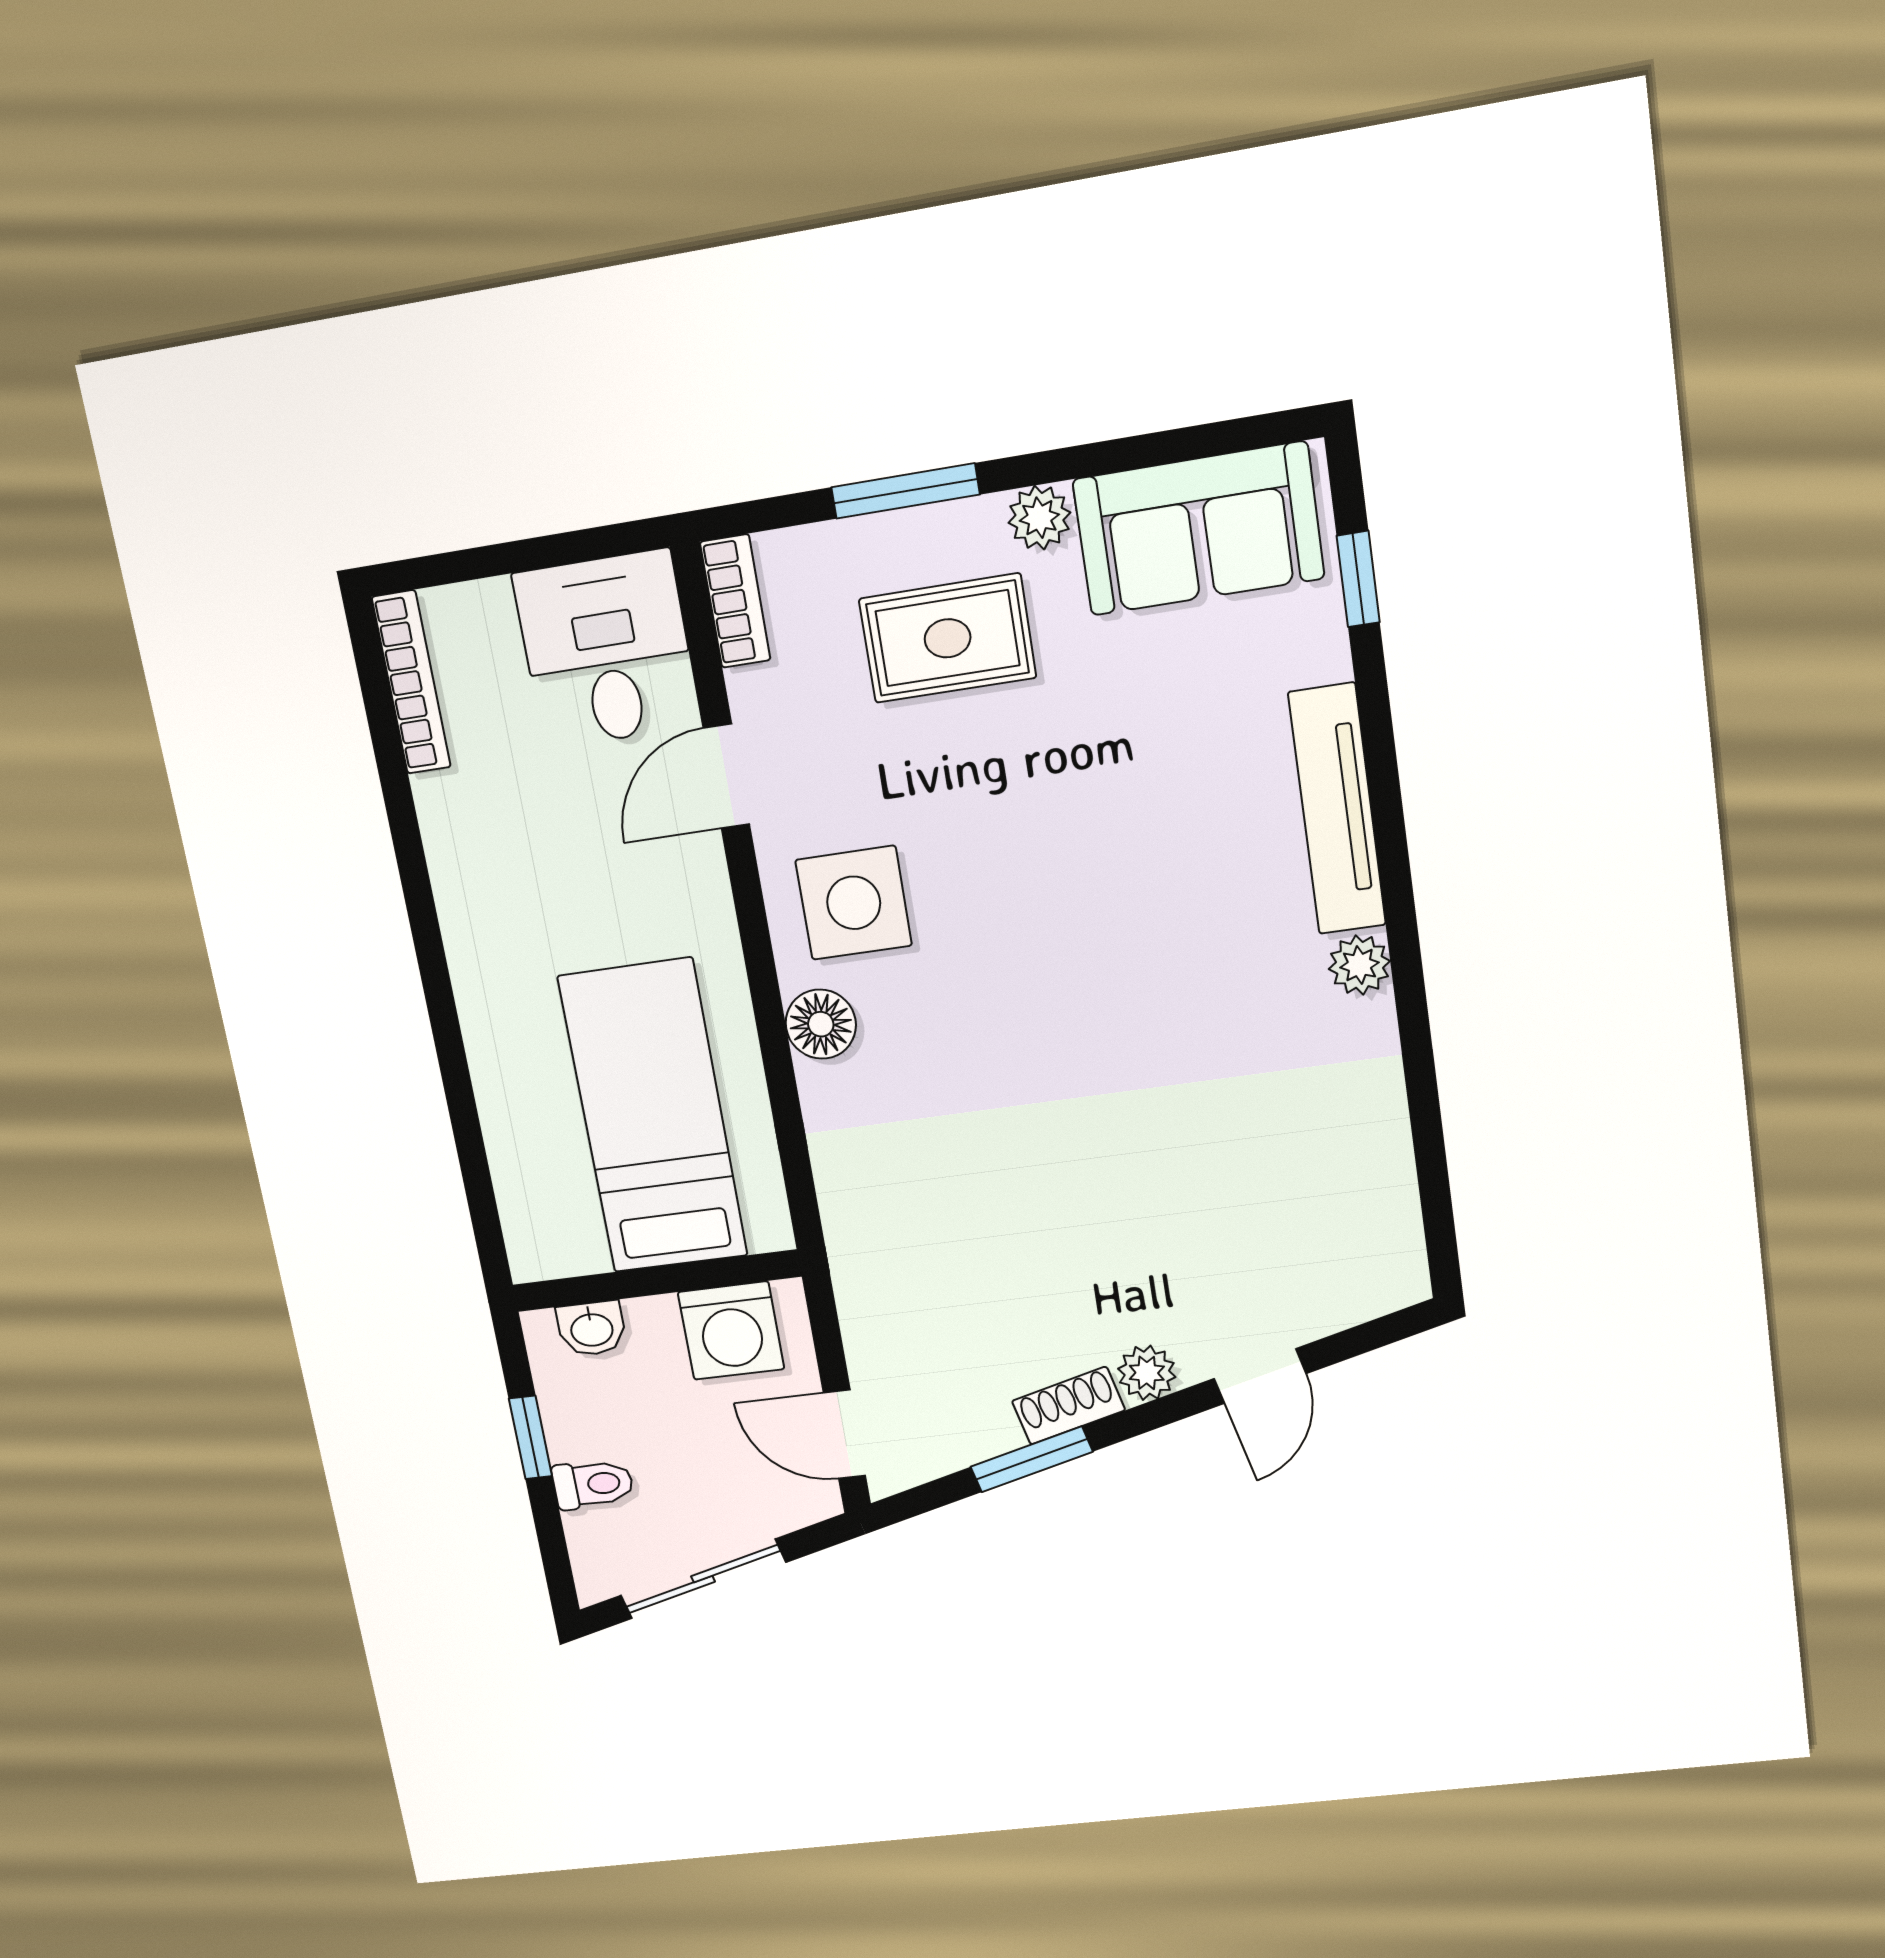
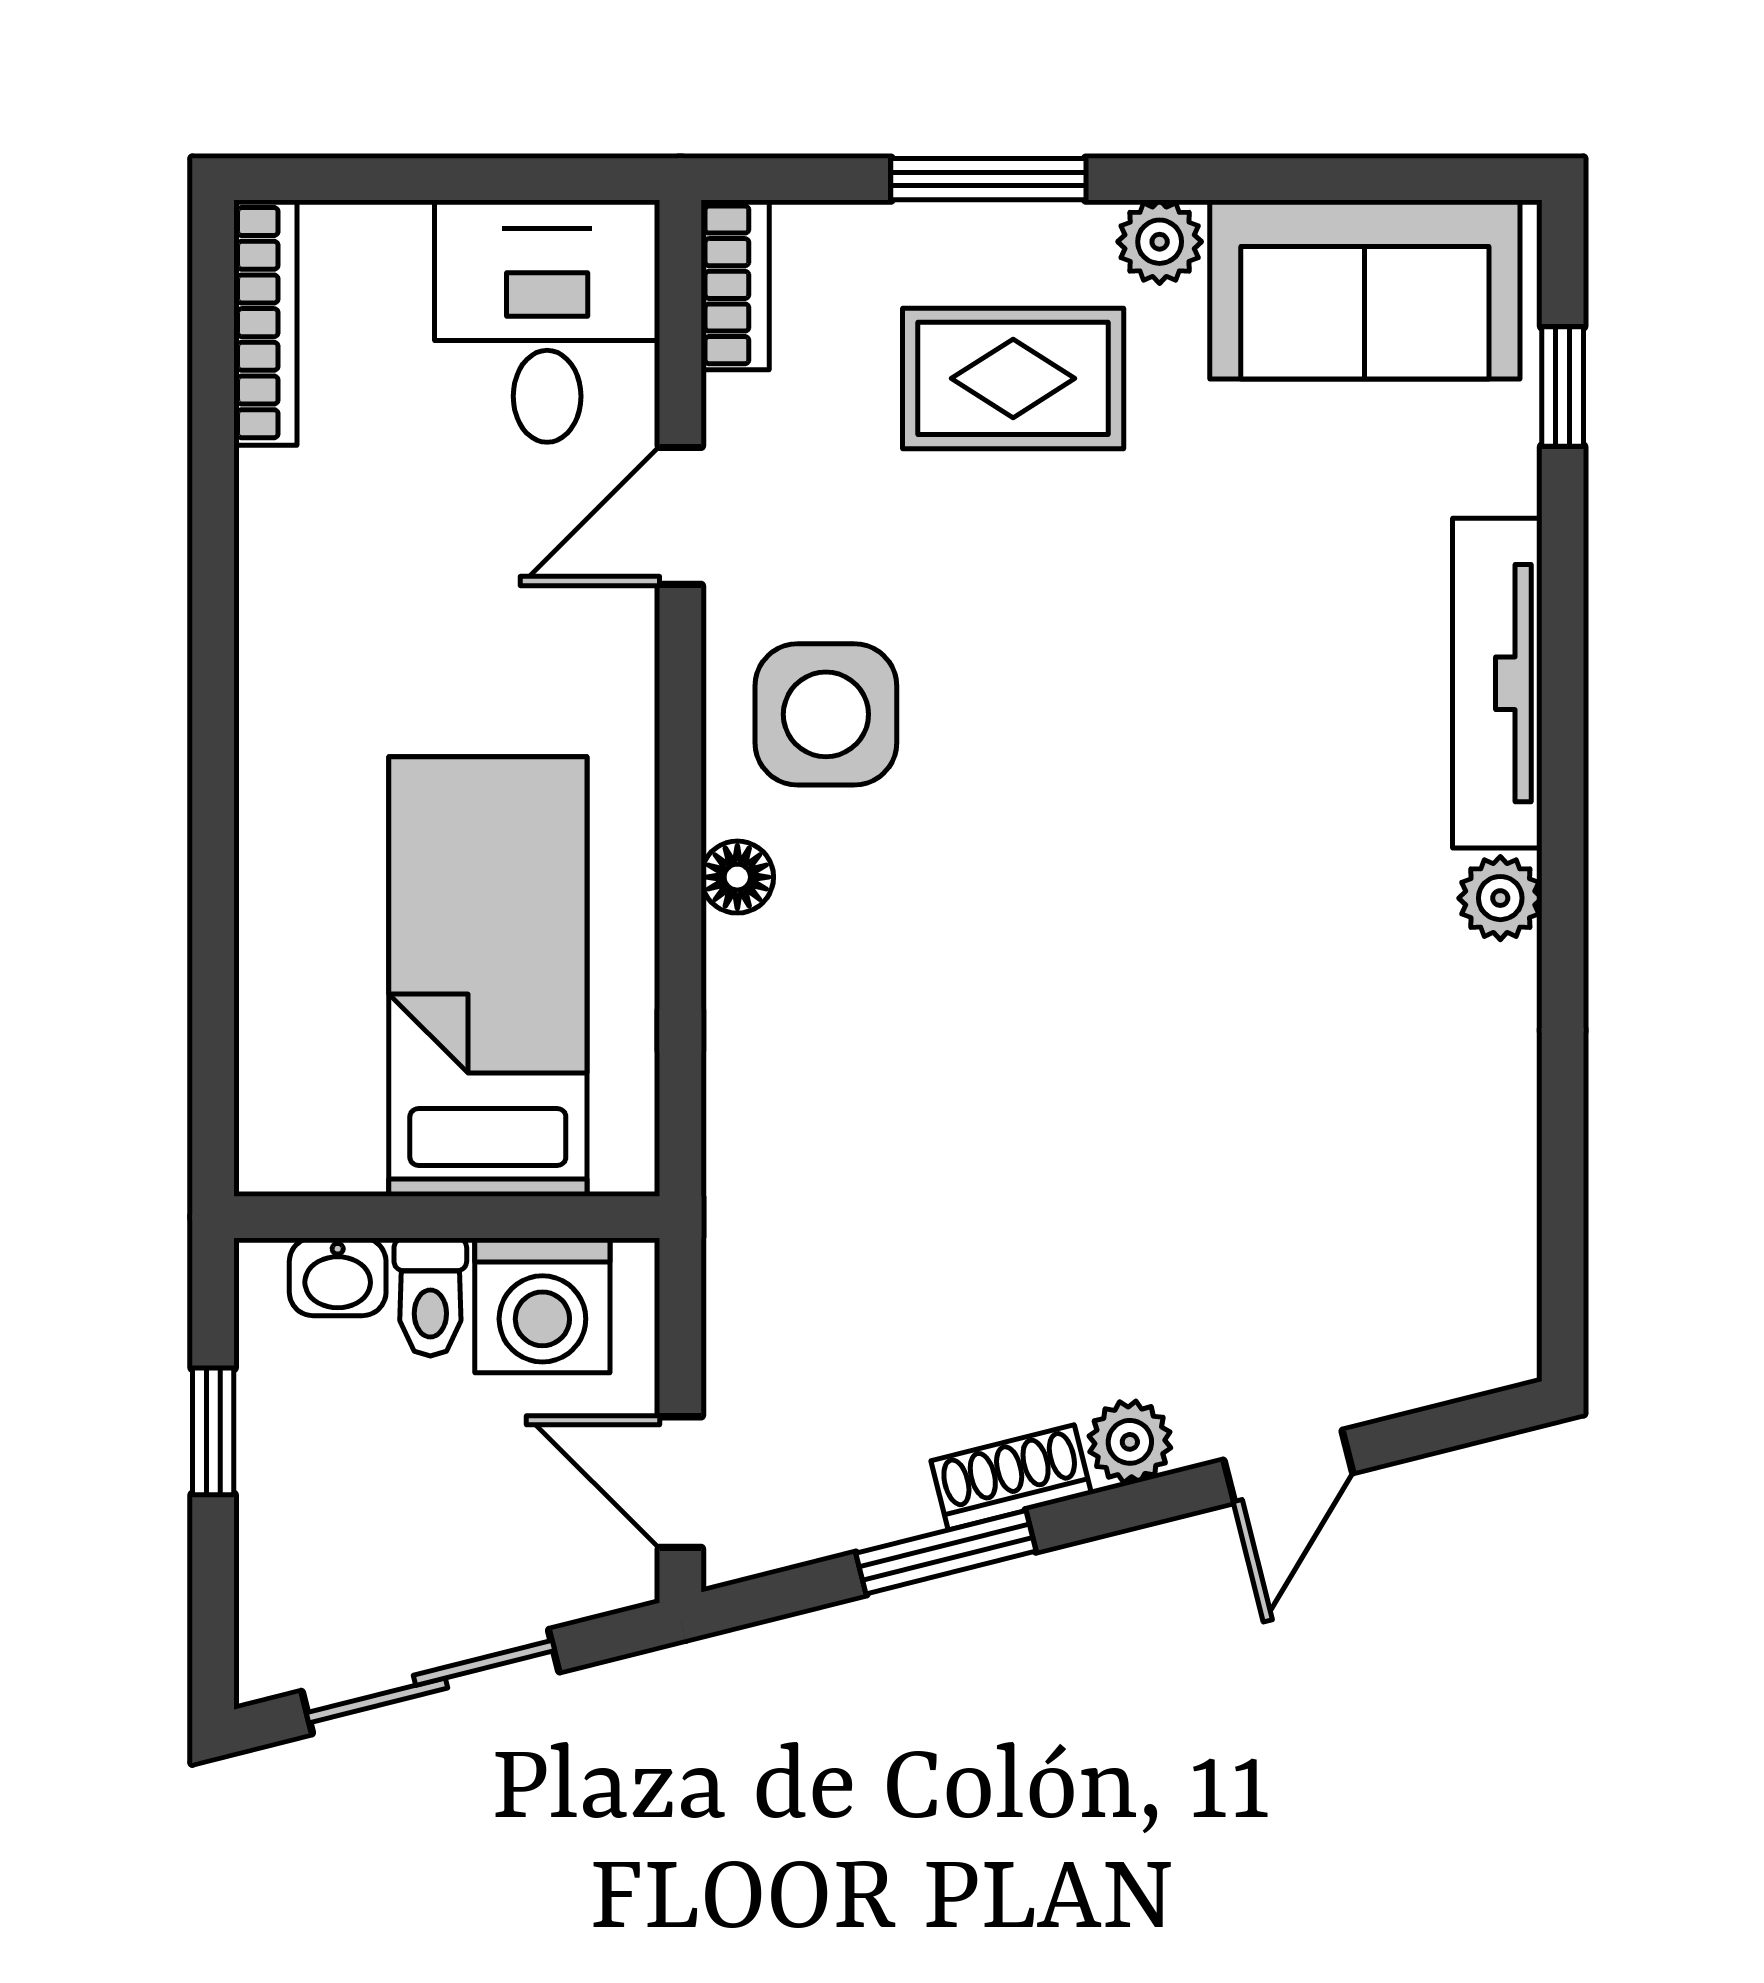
floor lamp: (821, 1024) -> (737, 877), width x0.73, depth x0.73
toilet: (593, 1484) -> (430, 1297), moved, turned 90

